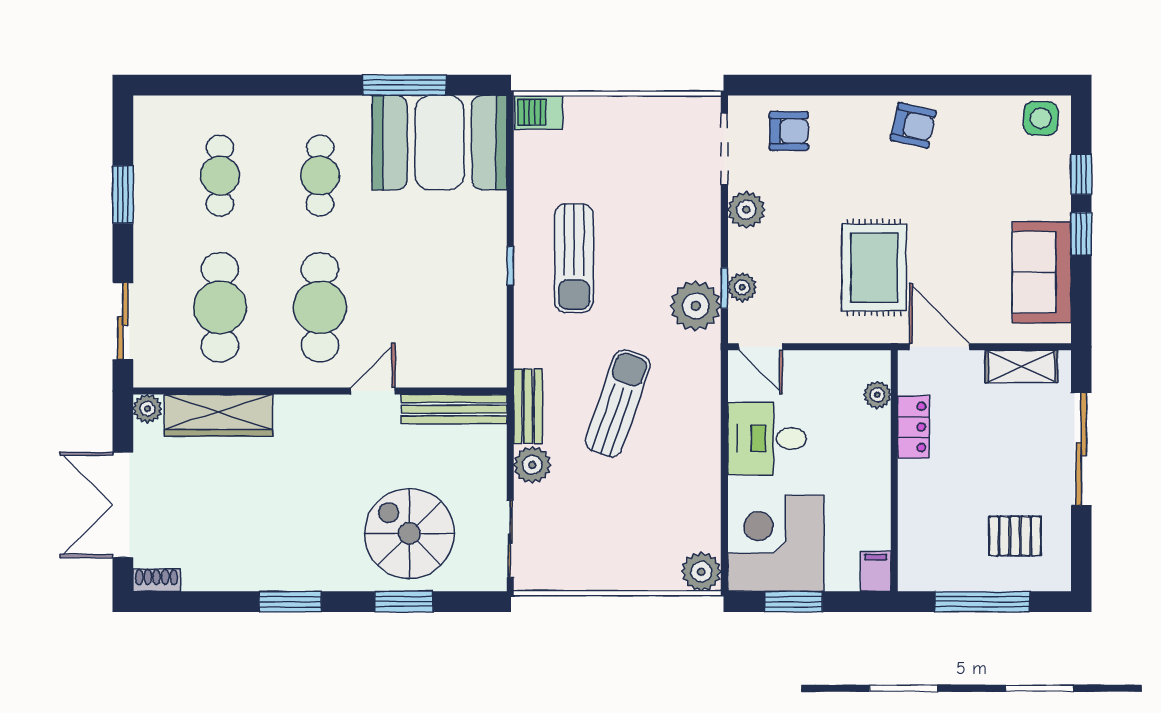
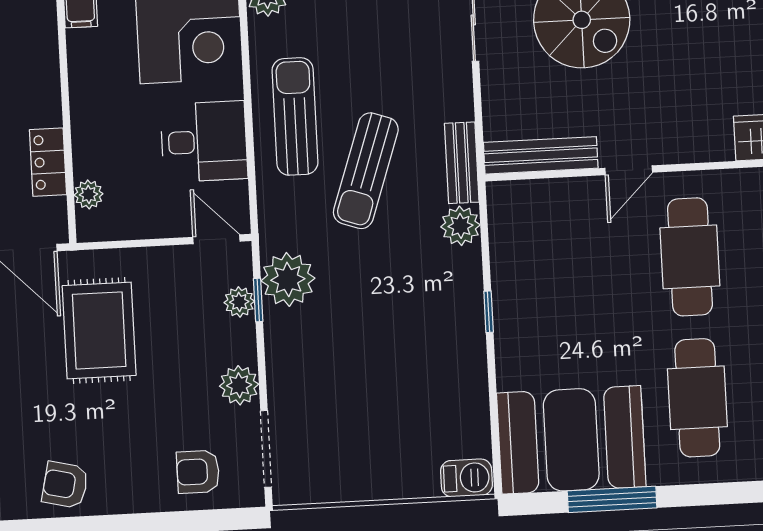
cafe table: (320, 176) -> (697, 398), width x1.37, depth x1.35
sun lounger: (574, 258) -> (295, 116), moved
plant: (532, 465) -> (460, 226), moved

